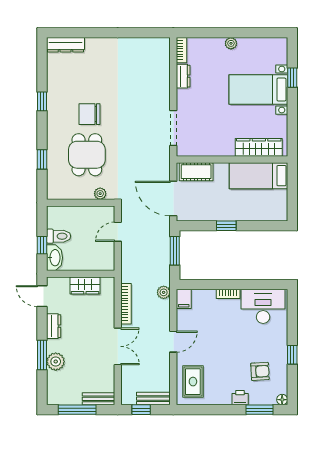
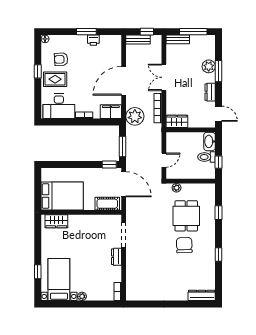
dresser: (183, 76) -> (117, 257), moved
bed with nightstands: (258, 90) -> (59, 280), moved, turned -90
chair: (90, 114) -> (184, 245), turned -92
wardrobe: (259, 147) -> (56, 221), width x0.67
bed: (258, 176) -> (62, 196), width x1.50
window: (226, 226) -> (109, 164), moved
window: (42, 245) -> (219, 162), moved
wardrobe: (85, 285) -> (177, 121), moved
plant: (164, 292) -> (135, 116), width x1.88, depth x1.88
filing cabinet: (184, 299) -> (111, 112), width x2.00
door: (173, 342) -> (124, 81), width x1.87
rug: (193, 382) -> (55, 79), moved, turned 90
printer: (240, 398) -> (93, 40), moved
window: (259, 410) -> (86, 32), moved

